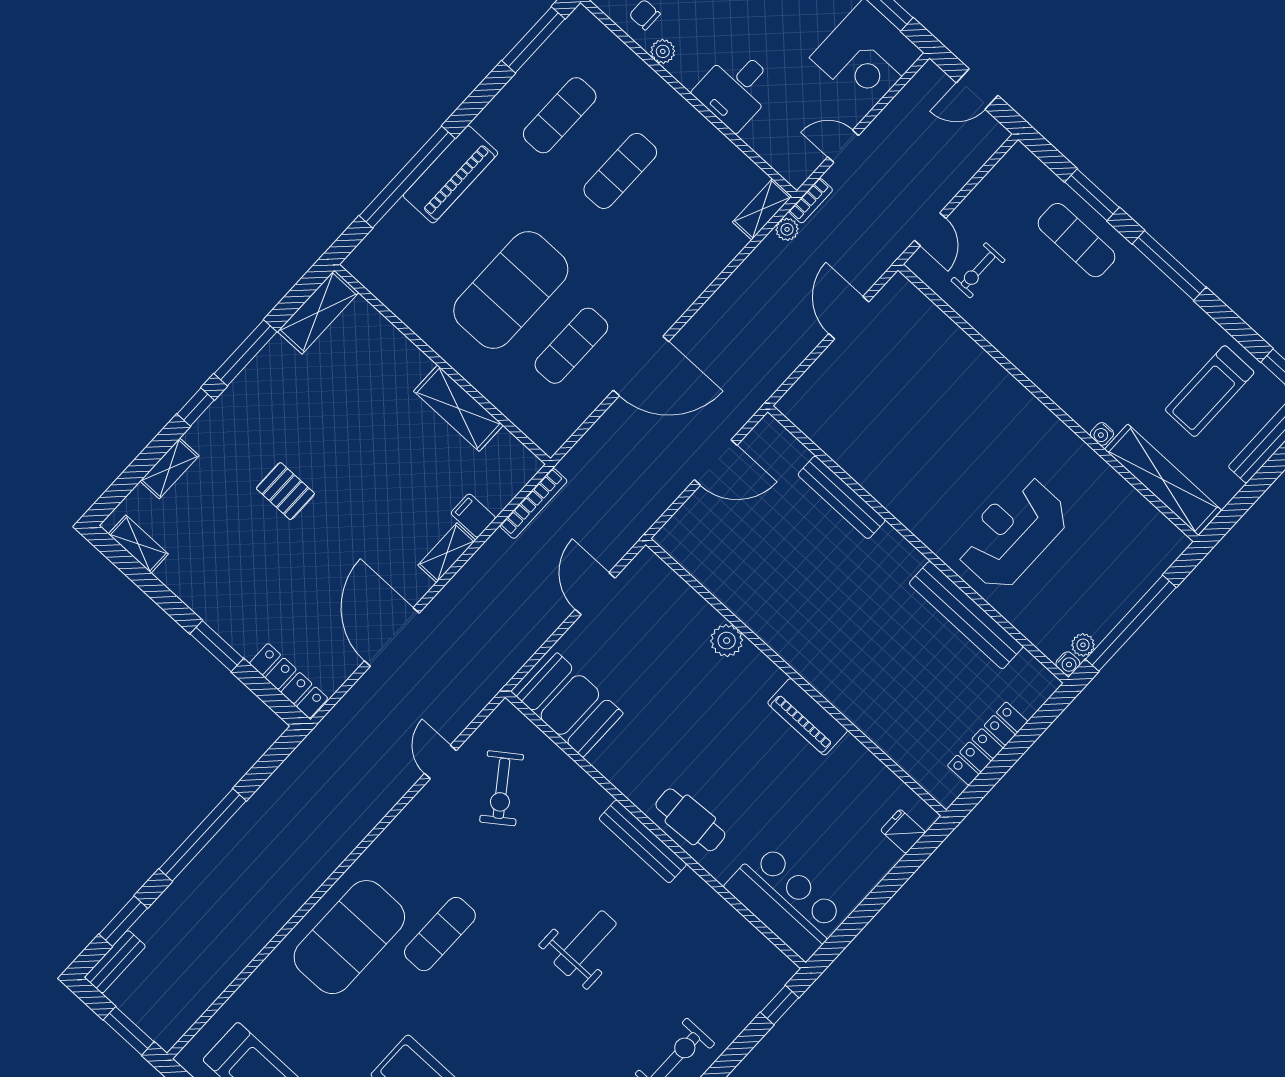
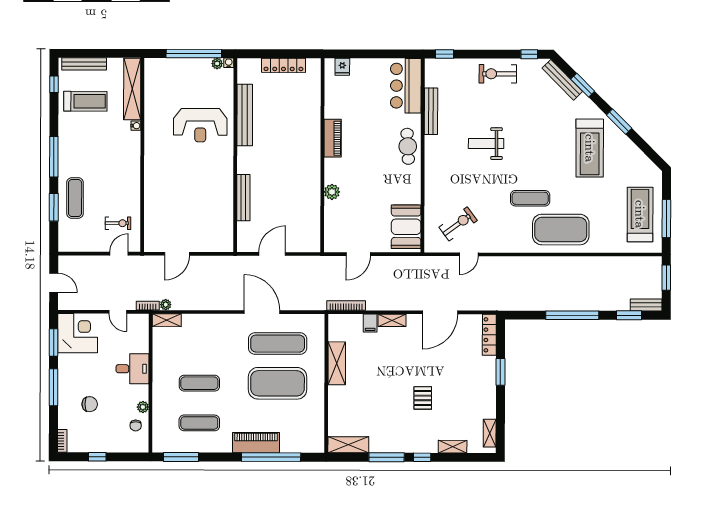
exercise mat: (571, 346) -> (278, 344), width x1.36, depth x1.45
door: (716, 462) -> (272, 254), hinge flipped
bench: (643, 841) -> (431, 111), moved

